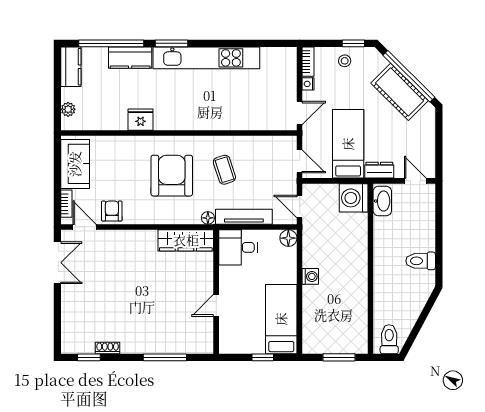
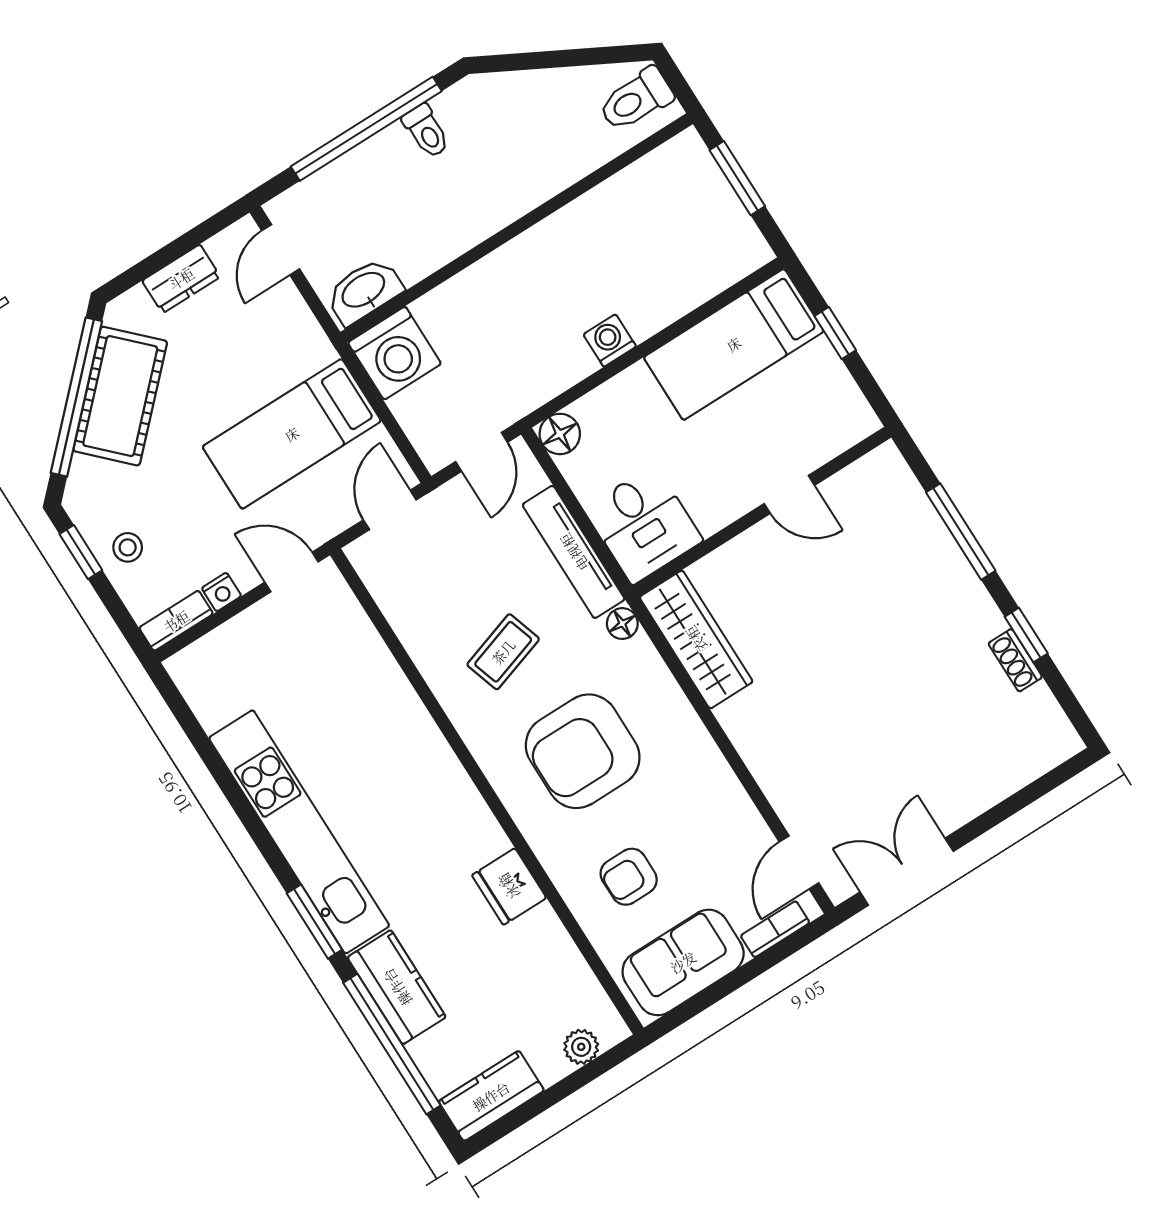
dresser: (379, 170) -> (181, 279), moved, turned -90
armchair: (112, 211) -> (629, 877), moved
window: (439, 238) -> (366, 129), added
toilet: (421, 261) -> (426, 131), width x0.73, depth x0.72
window: (89, 357) -> (1026, 635), moved

